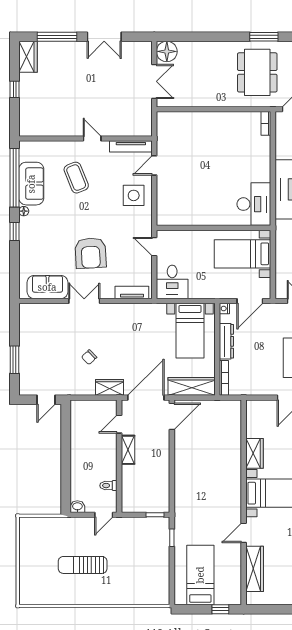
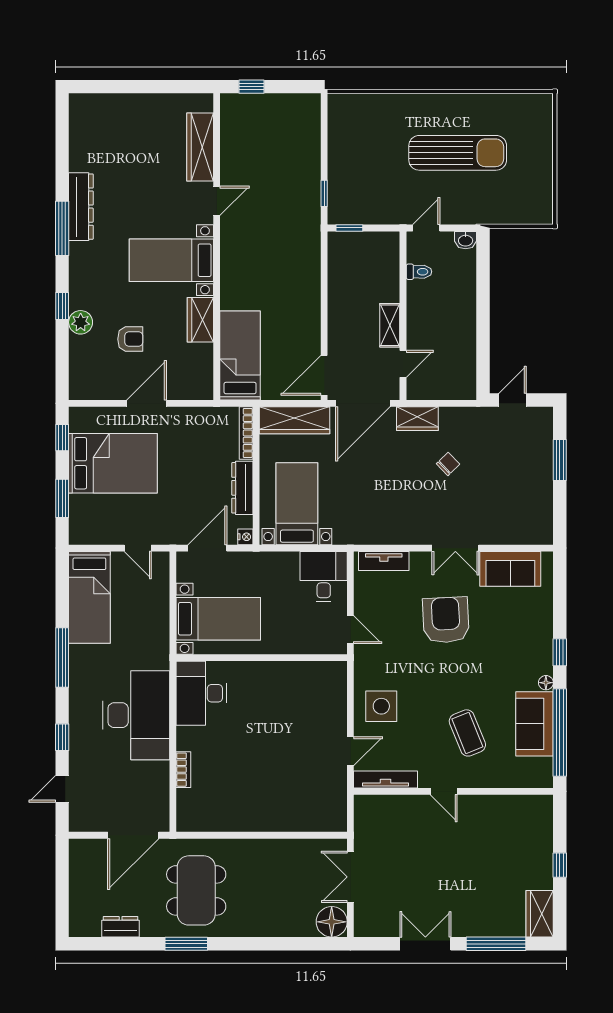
bookcase: (266, 123) -> (183, 770), moved
sun lounger: (83, 565) -> (458, 153), width x1.36, depth x1.34
bed: (200, 575) -> (240, 355), moved, turned 180

